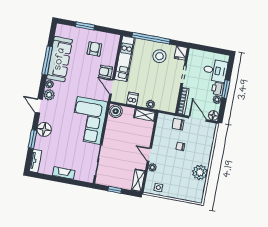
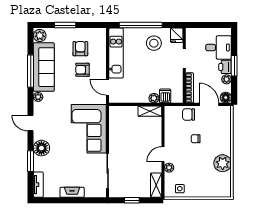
armchair: (106, 72) -> (83, 70), moved
plant: (49, 95) -> (40, 36), moved
dishwasher: (133, 99) -> (165, 96), moved
boiler: (116, 111) -> (117, 113), removed
door: (149, 155) -> (163, 154), hinge flipped

